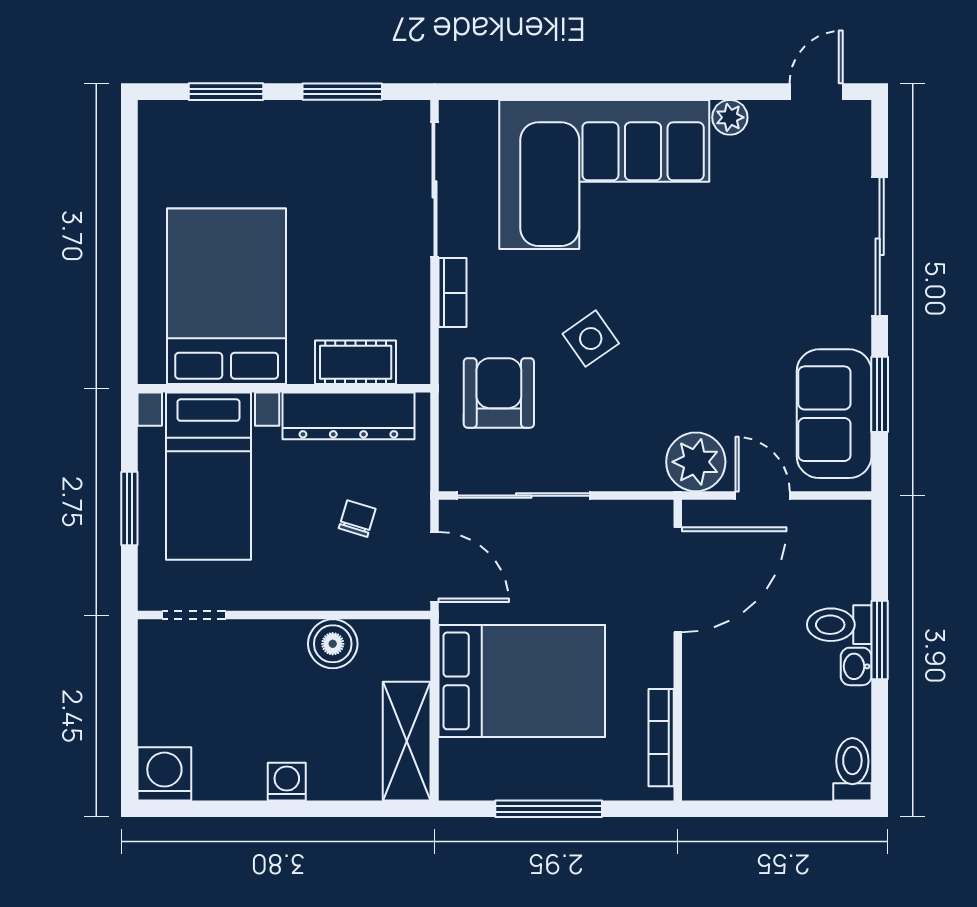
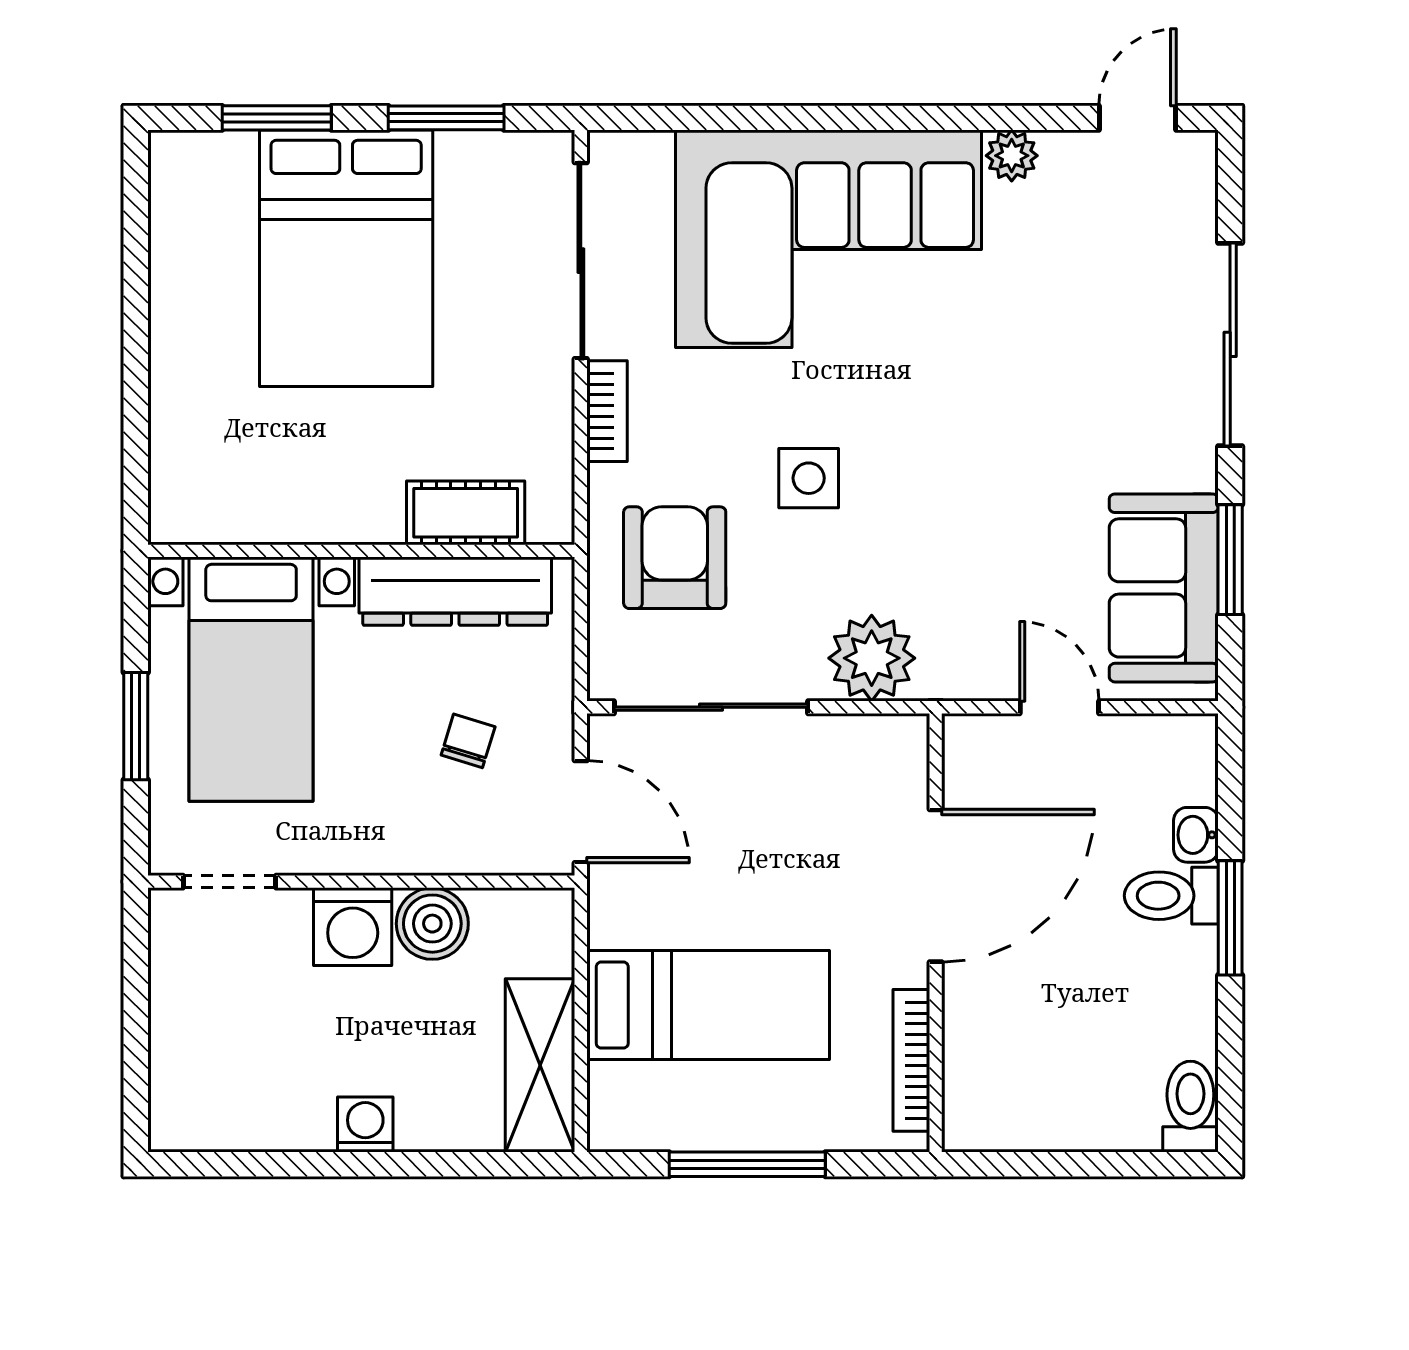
bed: (227, 296) -> (346, 258), moved, turned 180
side table: (591, 339) -> (809, 478), turned 35
plant: (696, 462) -> (872, 658), moved
door: (678, 580) -> (936, 886), moved
washbasin: (856, 666) -> (1196, 835), moved
bed: (522, 681) -> (708, 1005), width x0.67
washing machine: (164, 774) -> (353, 927), moved, turned 180

